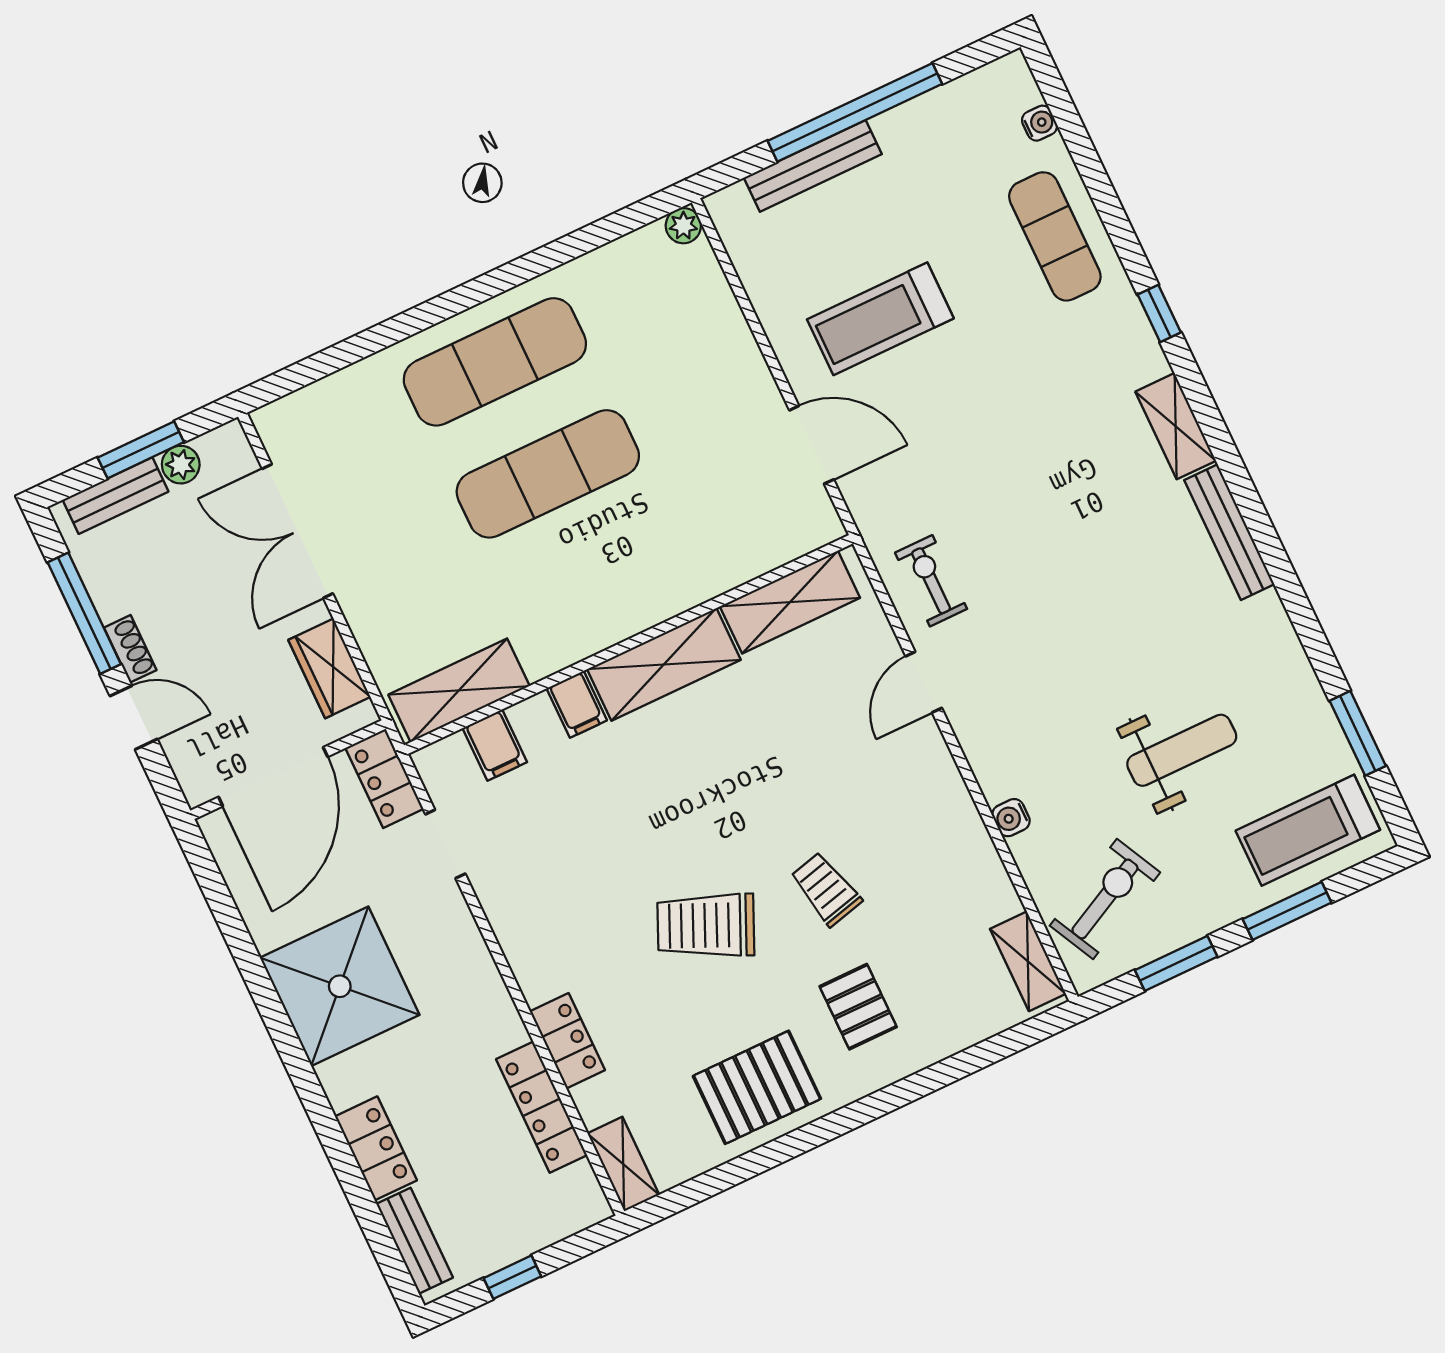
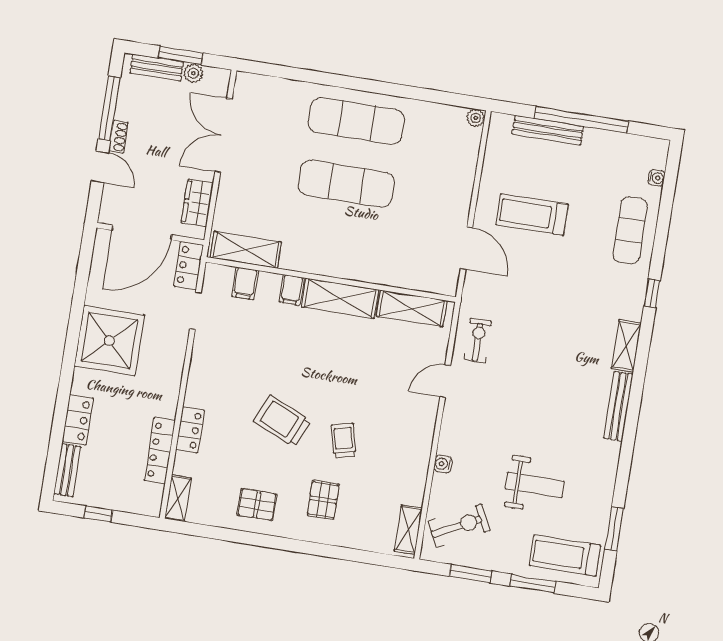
pallet: (757, 1087) -> (257, 505), width x0.67, depth x0.71

